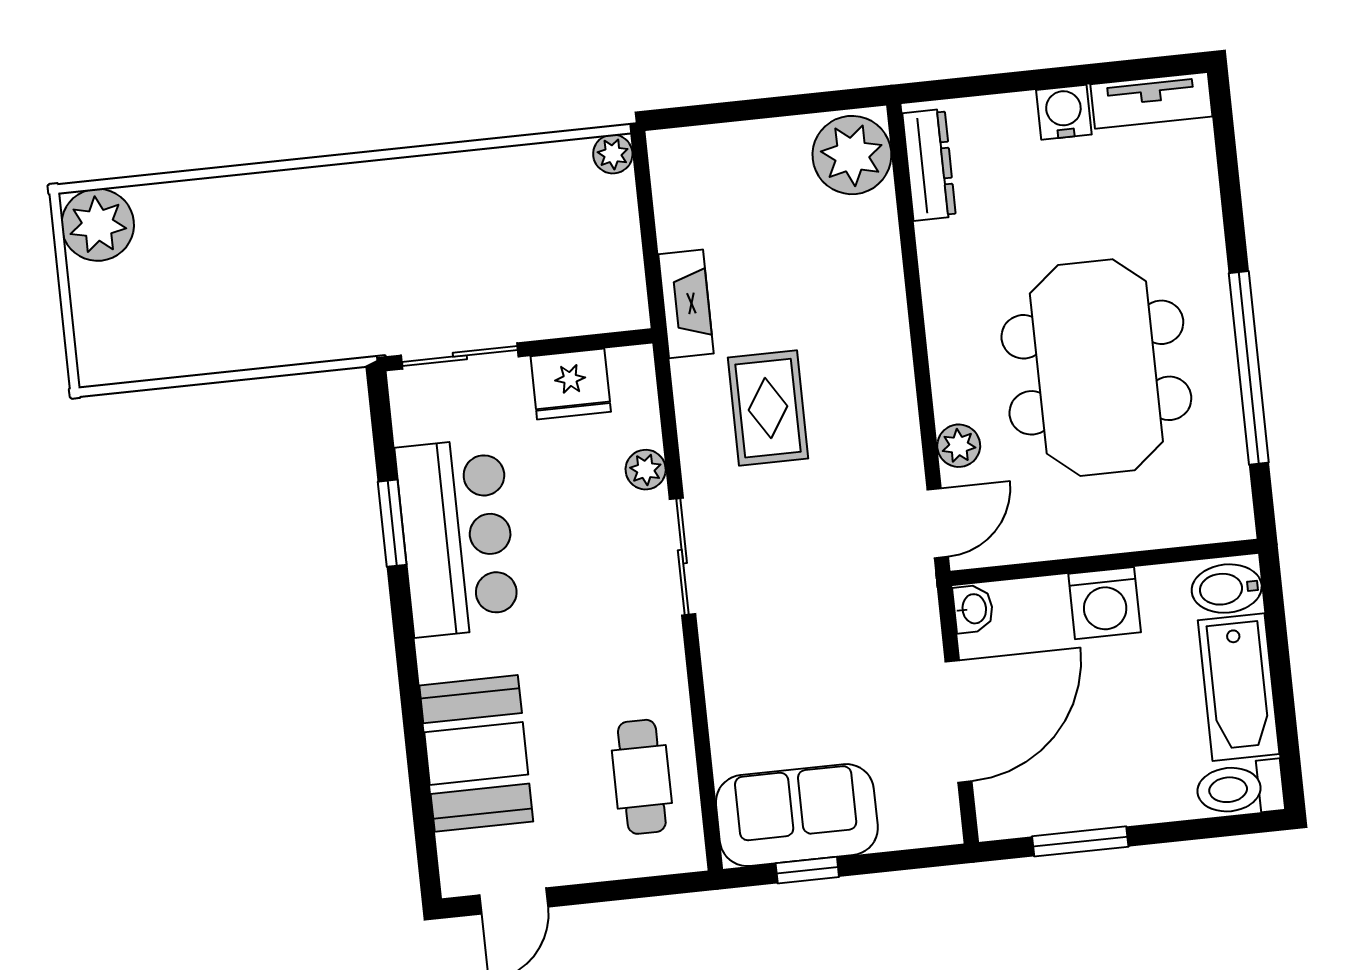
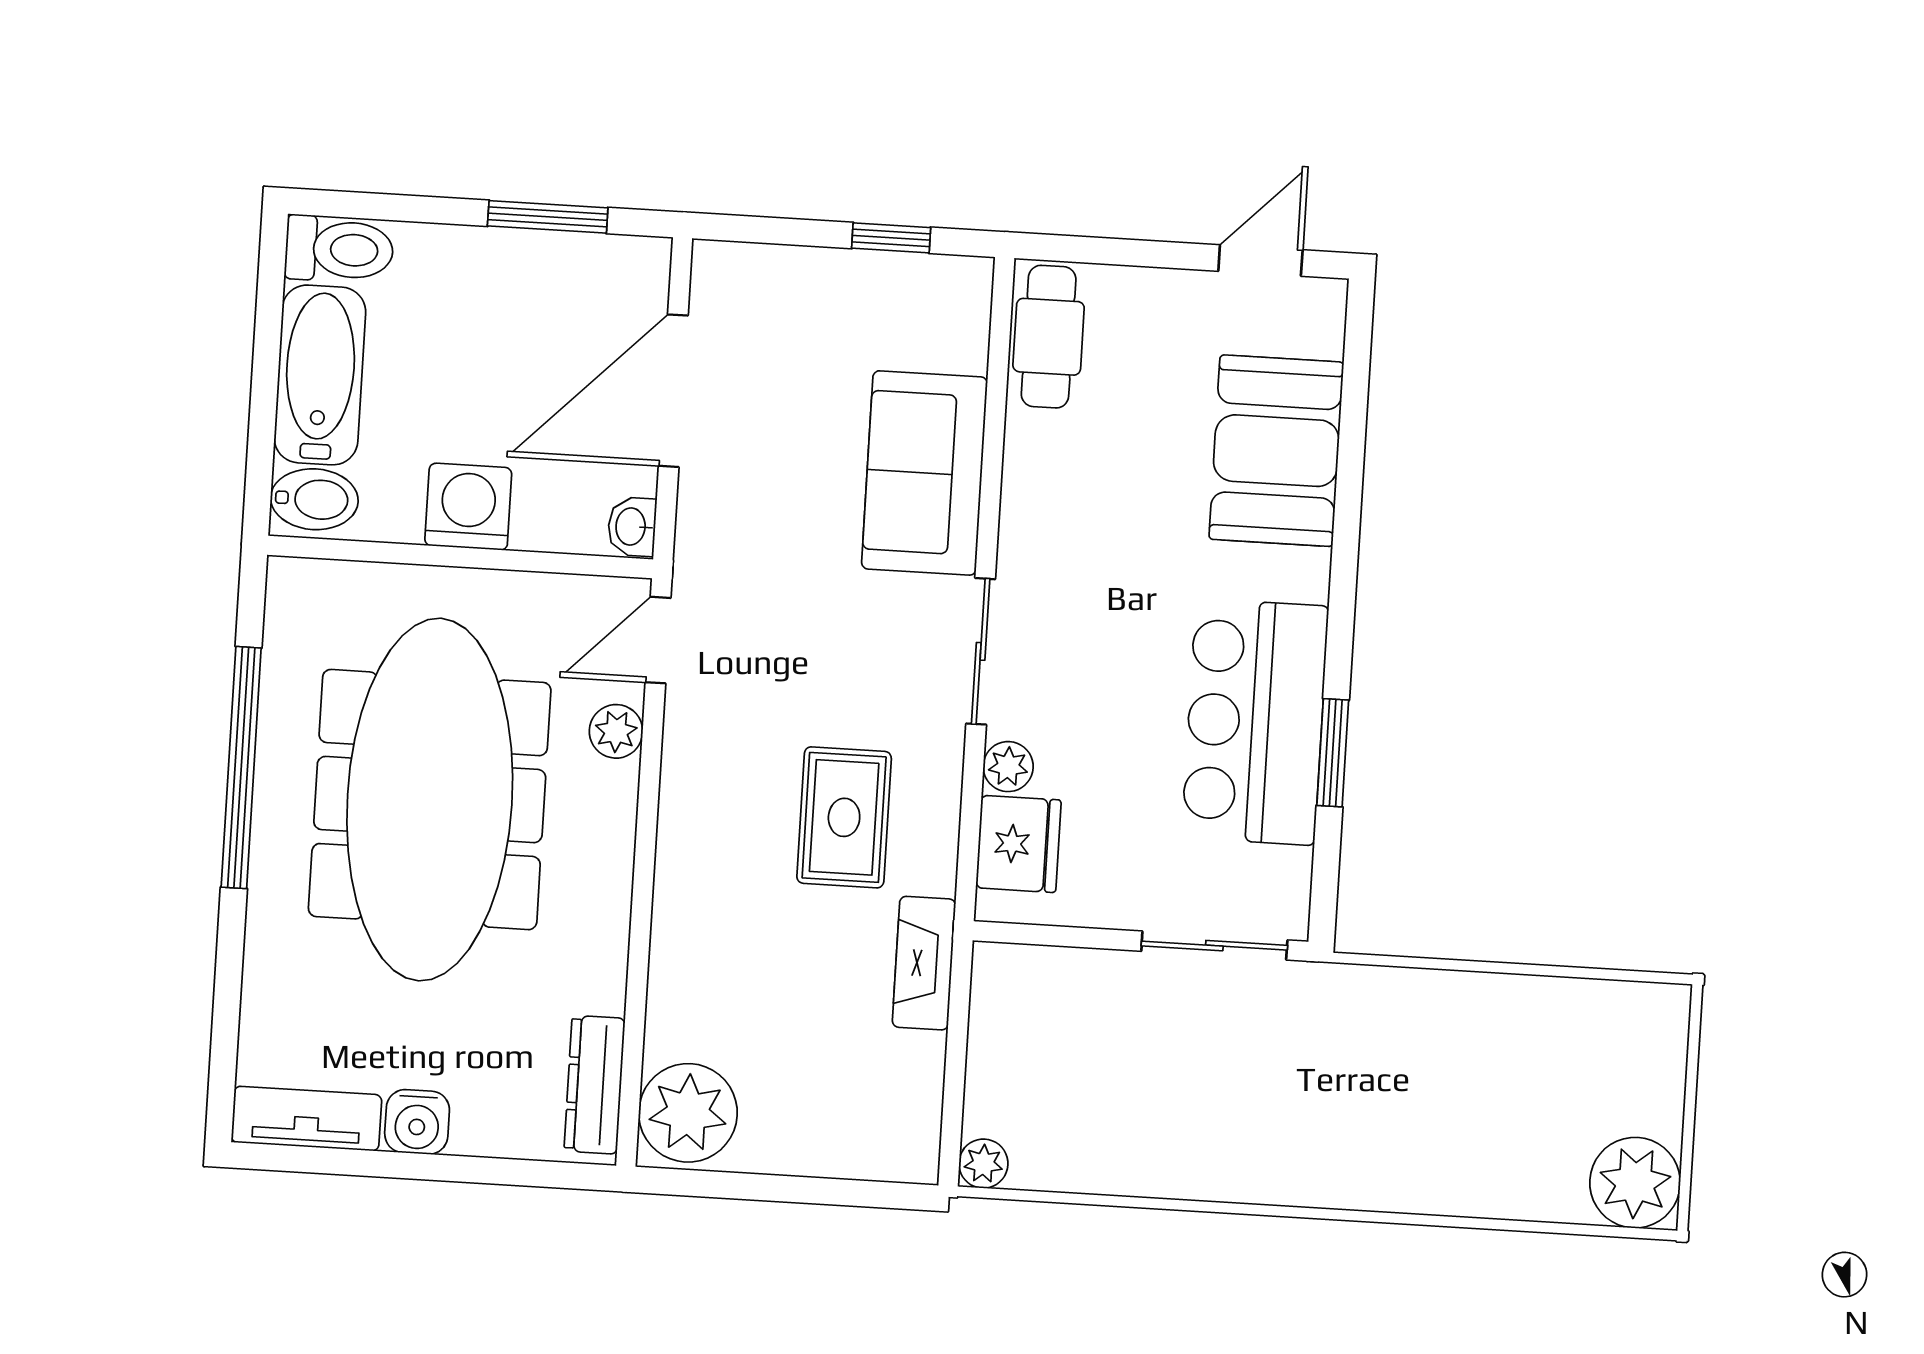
meeting table: (1096, 368) -> (430, 800), width x1.36
fridge: (571, 384) -> (1018, 844), moved, turned 90
cafe table: (642, 777) -> (1049, 337), moved
sofa: (797, 815) -> (925, 473), moved, turned 90

